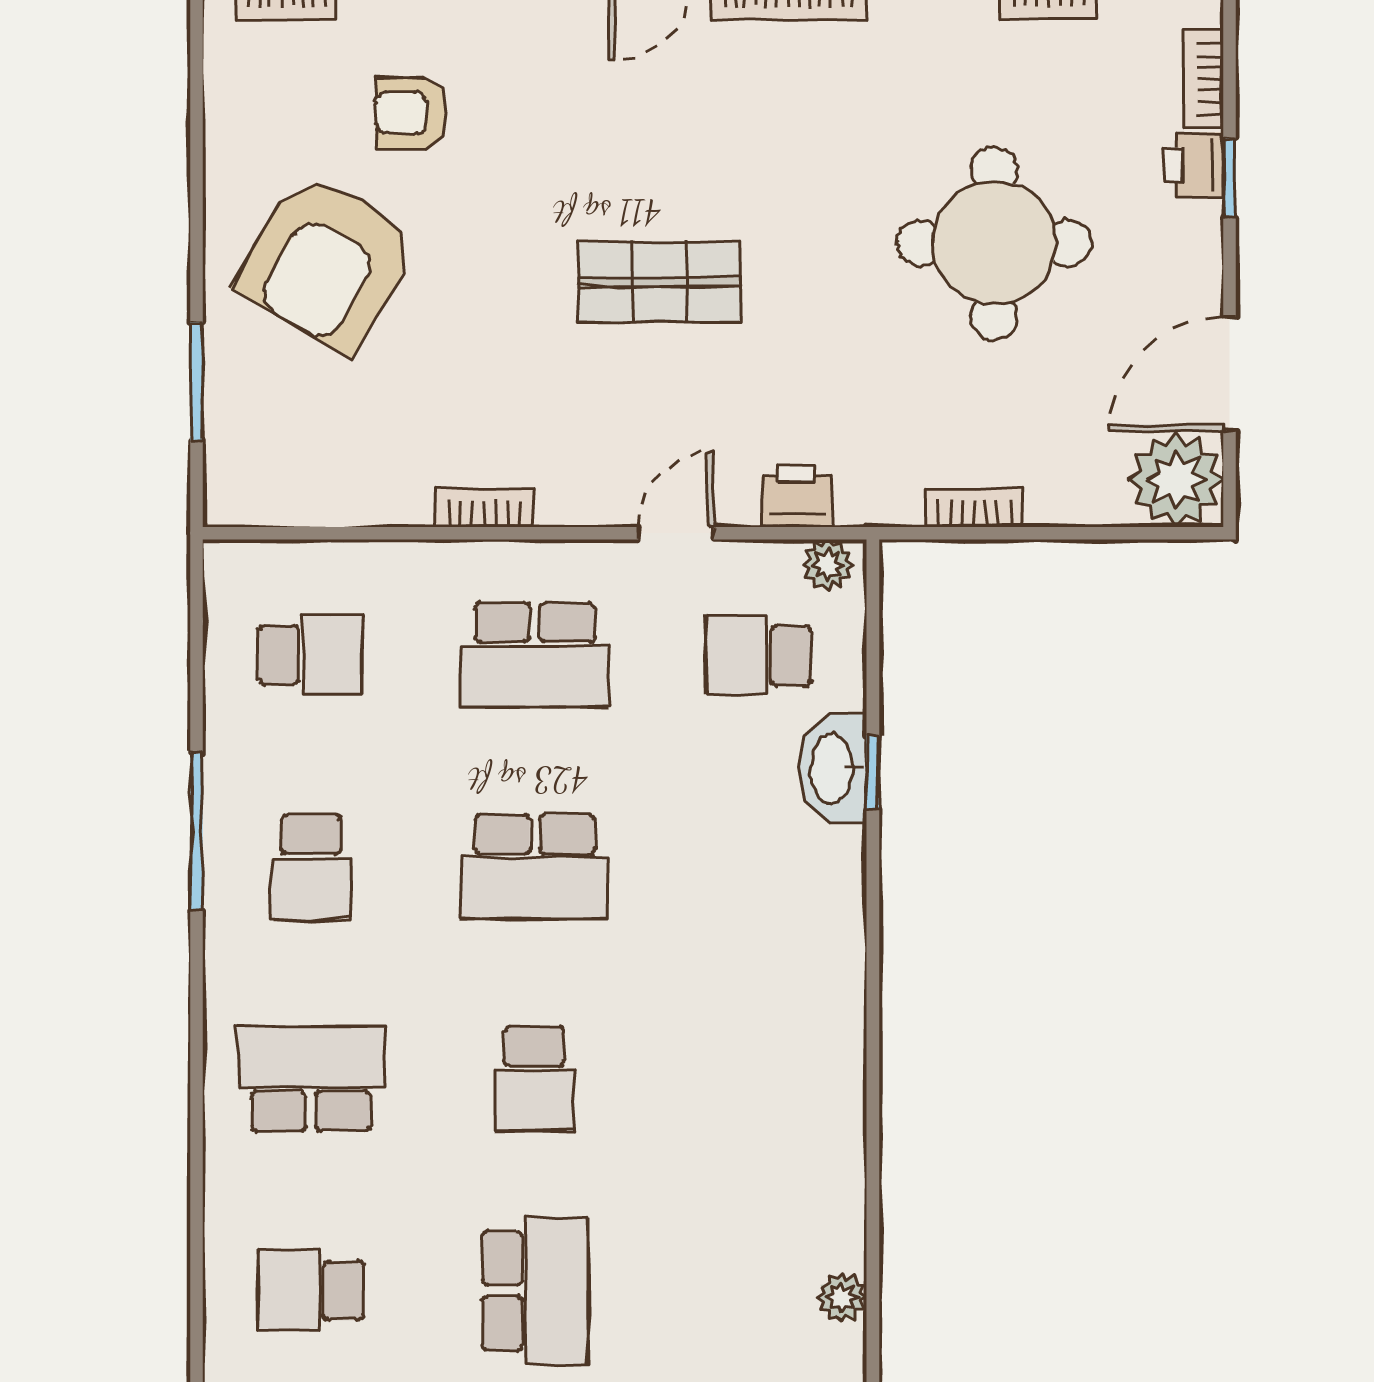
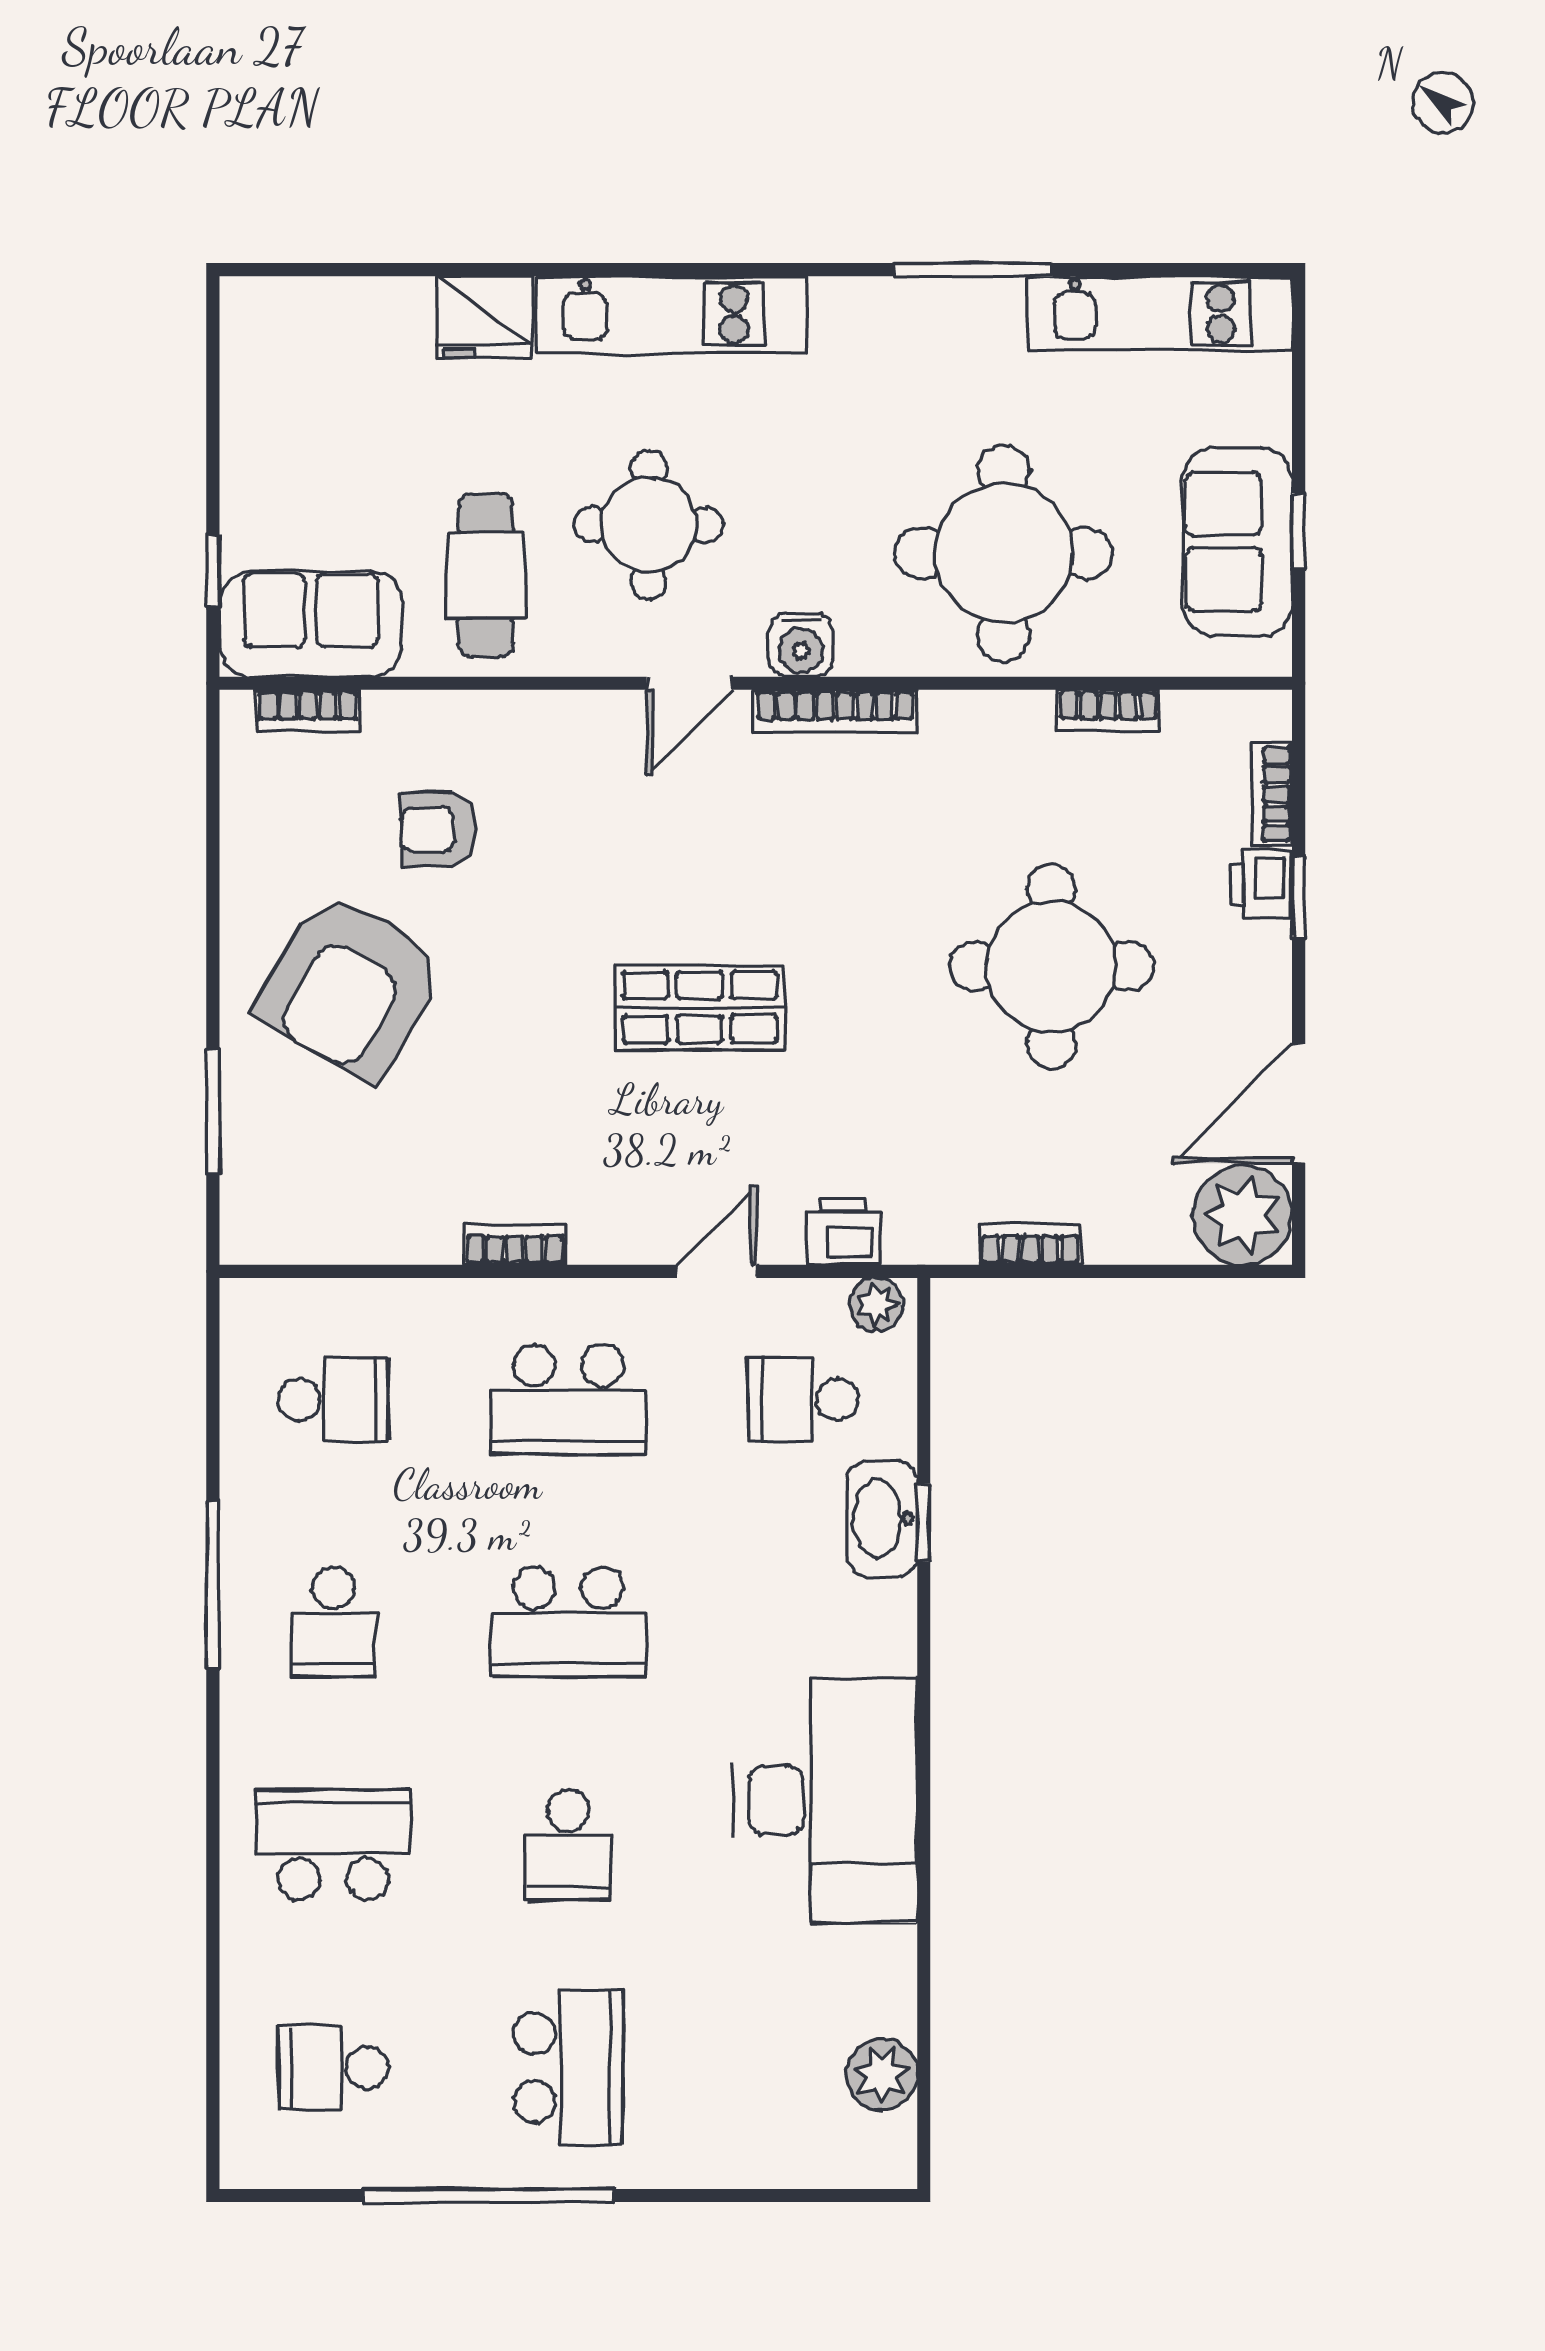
desk: (779, 1036) -> (826, 1800), added
plant: (842, 1297) -> (882, 2074), width x1.38, depth x1.38

